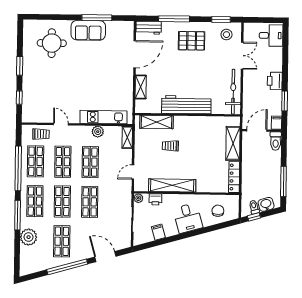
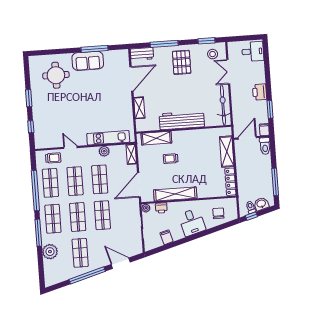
pallet: (192, 41) -> (182, 62), turned 90
double door: (242, 56) -> (228, 72), swing flipped
door: (133, 172) -> (139, 185), width x1.88

